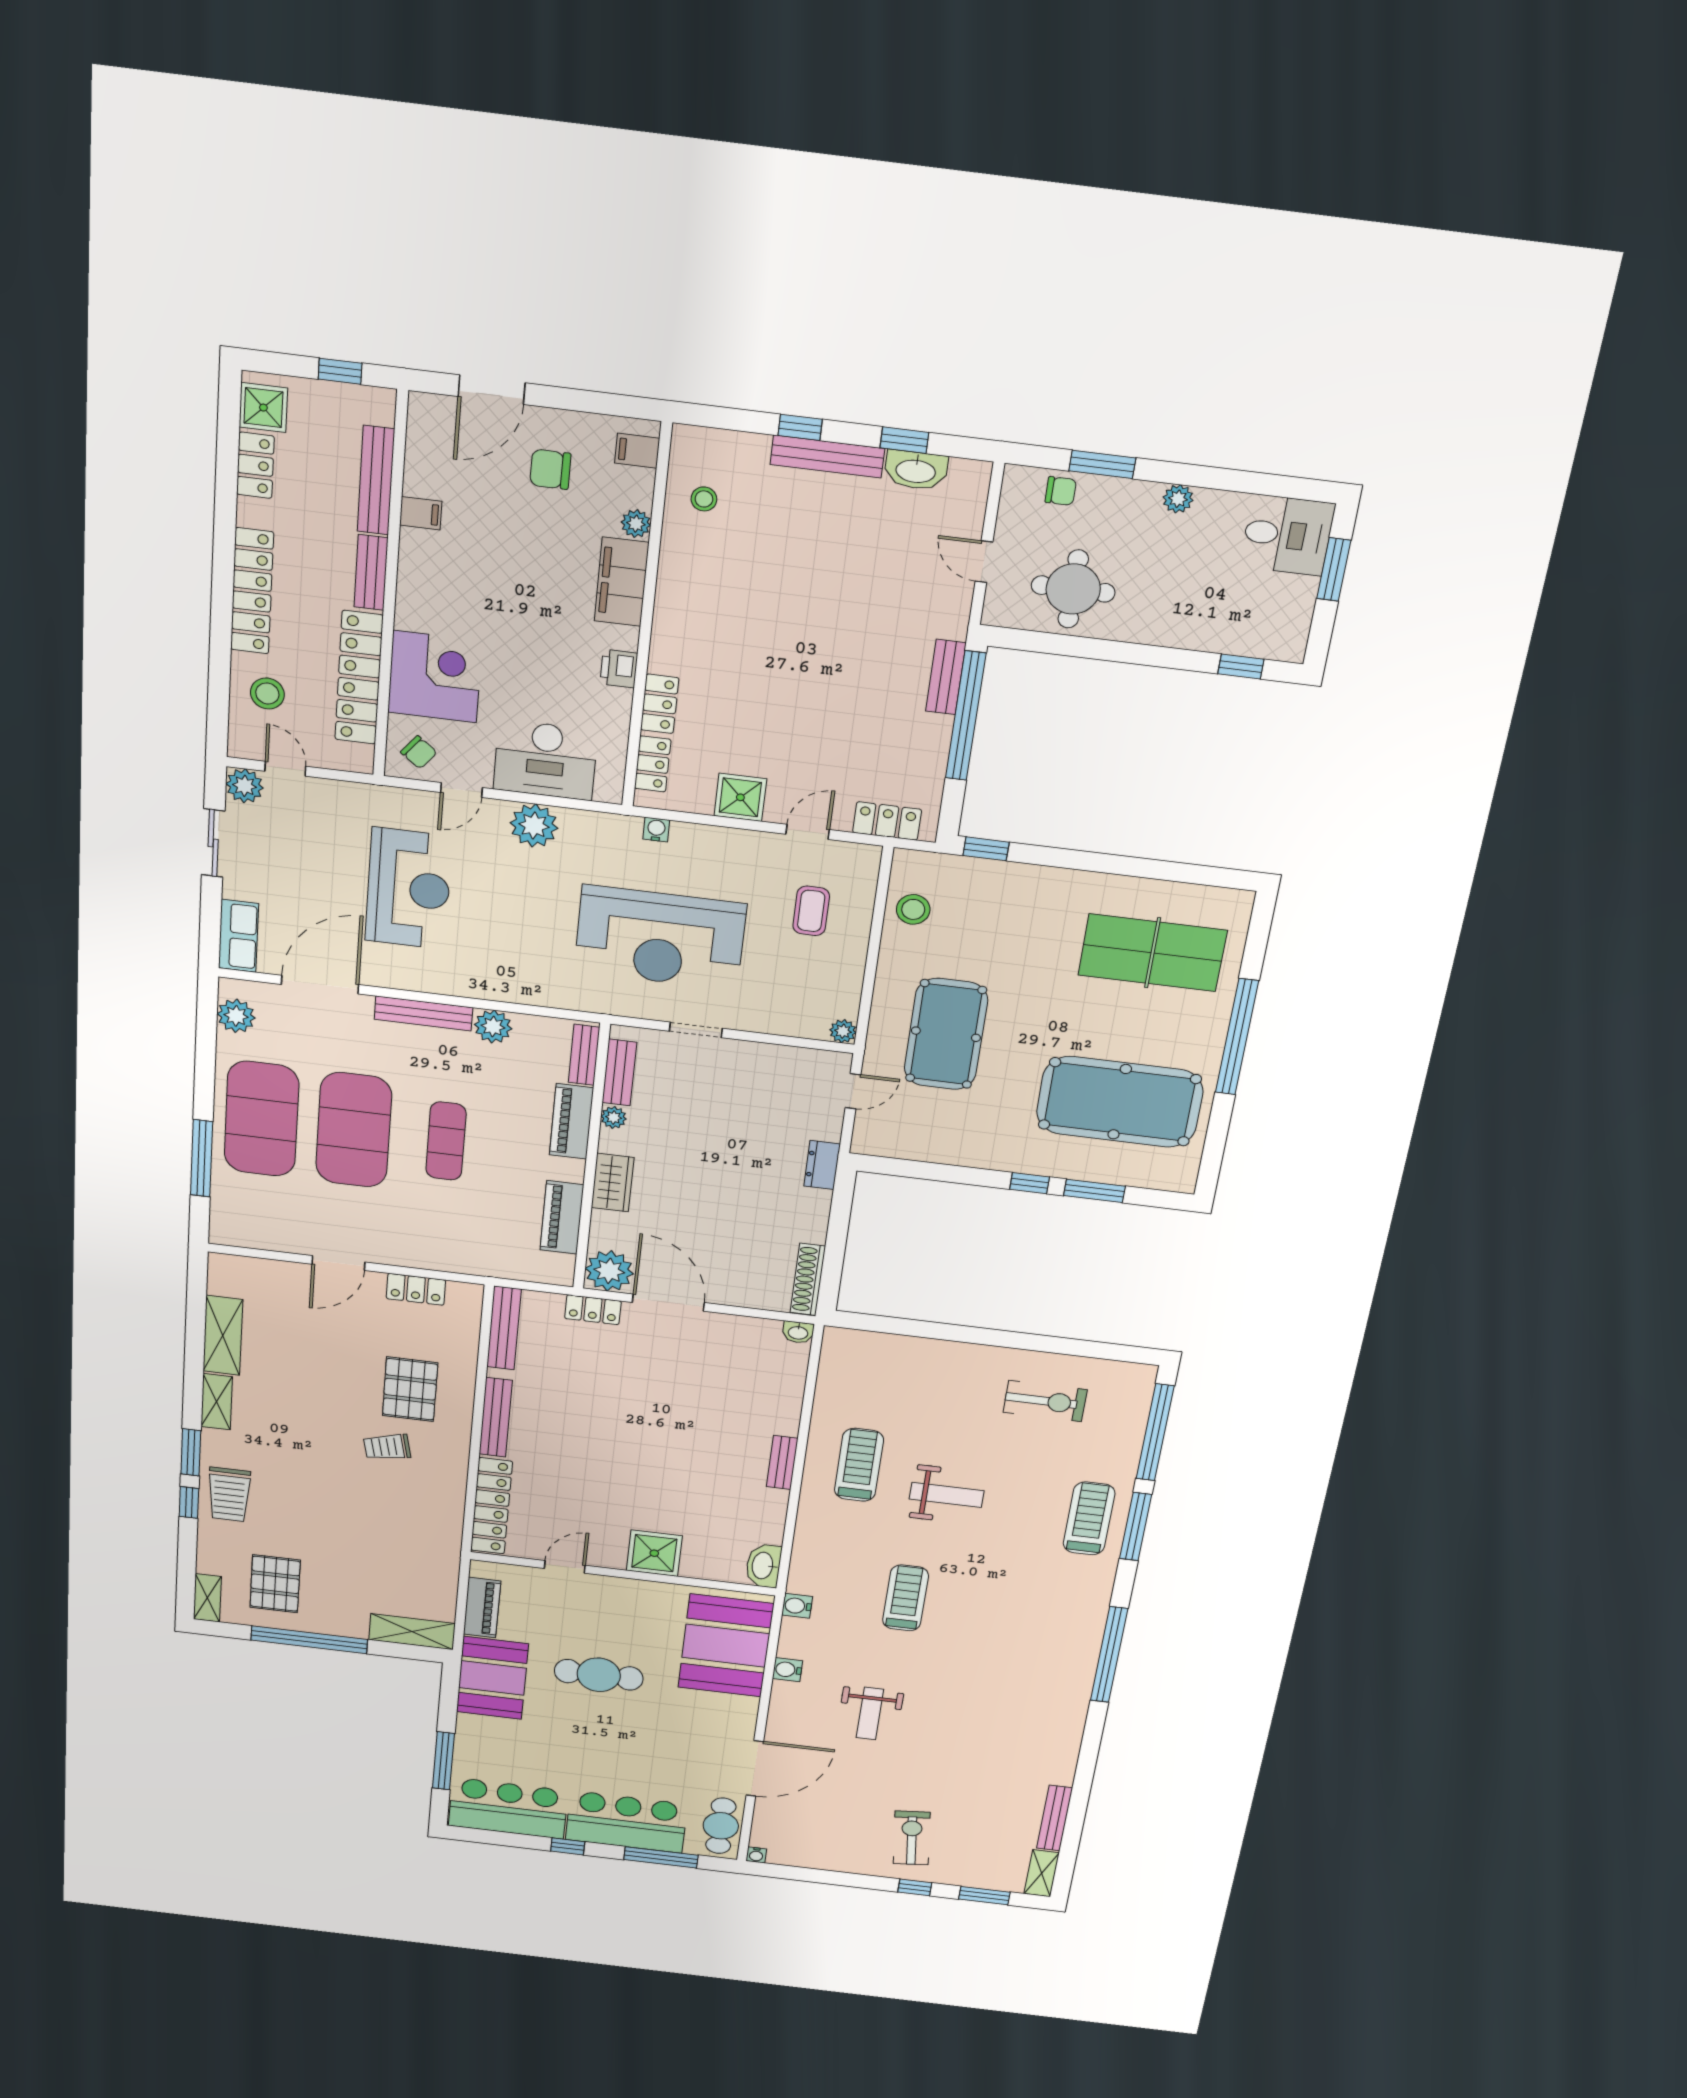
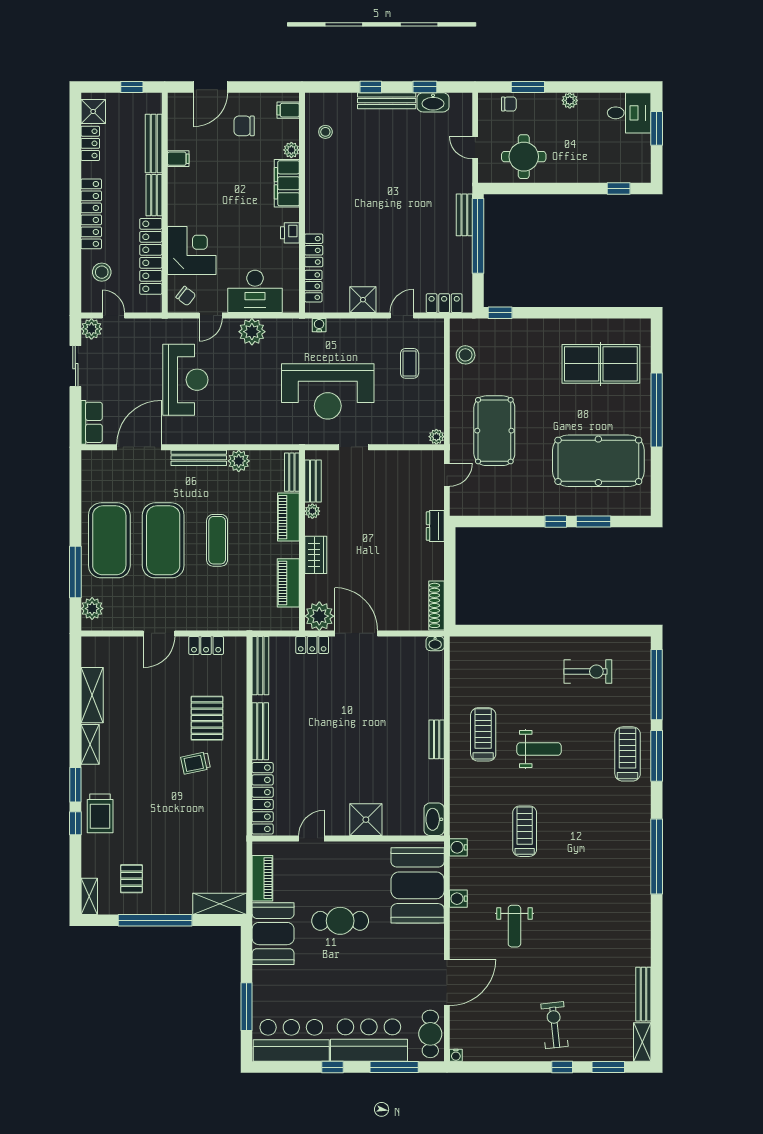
plant: (236, 1016) -> (92, 609), moved
pallet: (275, 1584) -> (132, 879), width x0.67, depth x0.71

